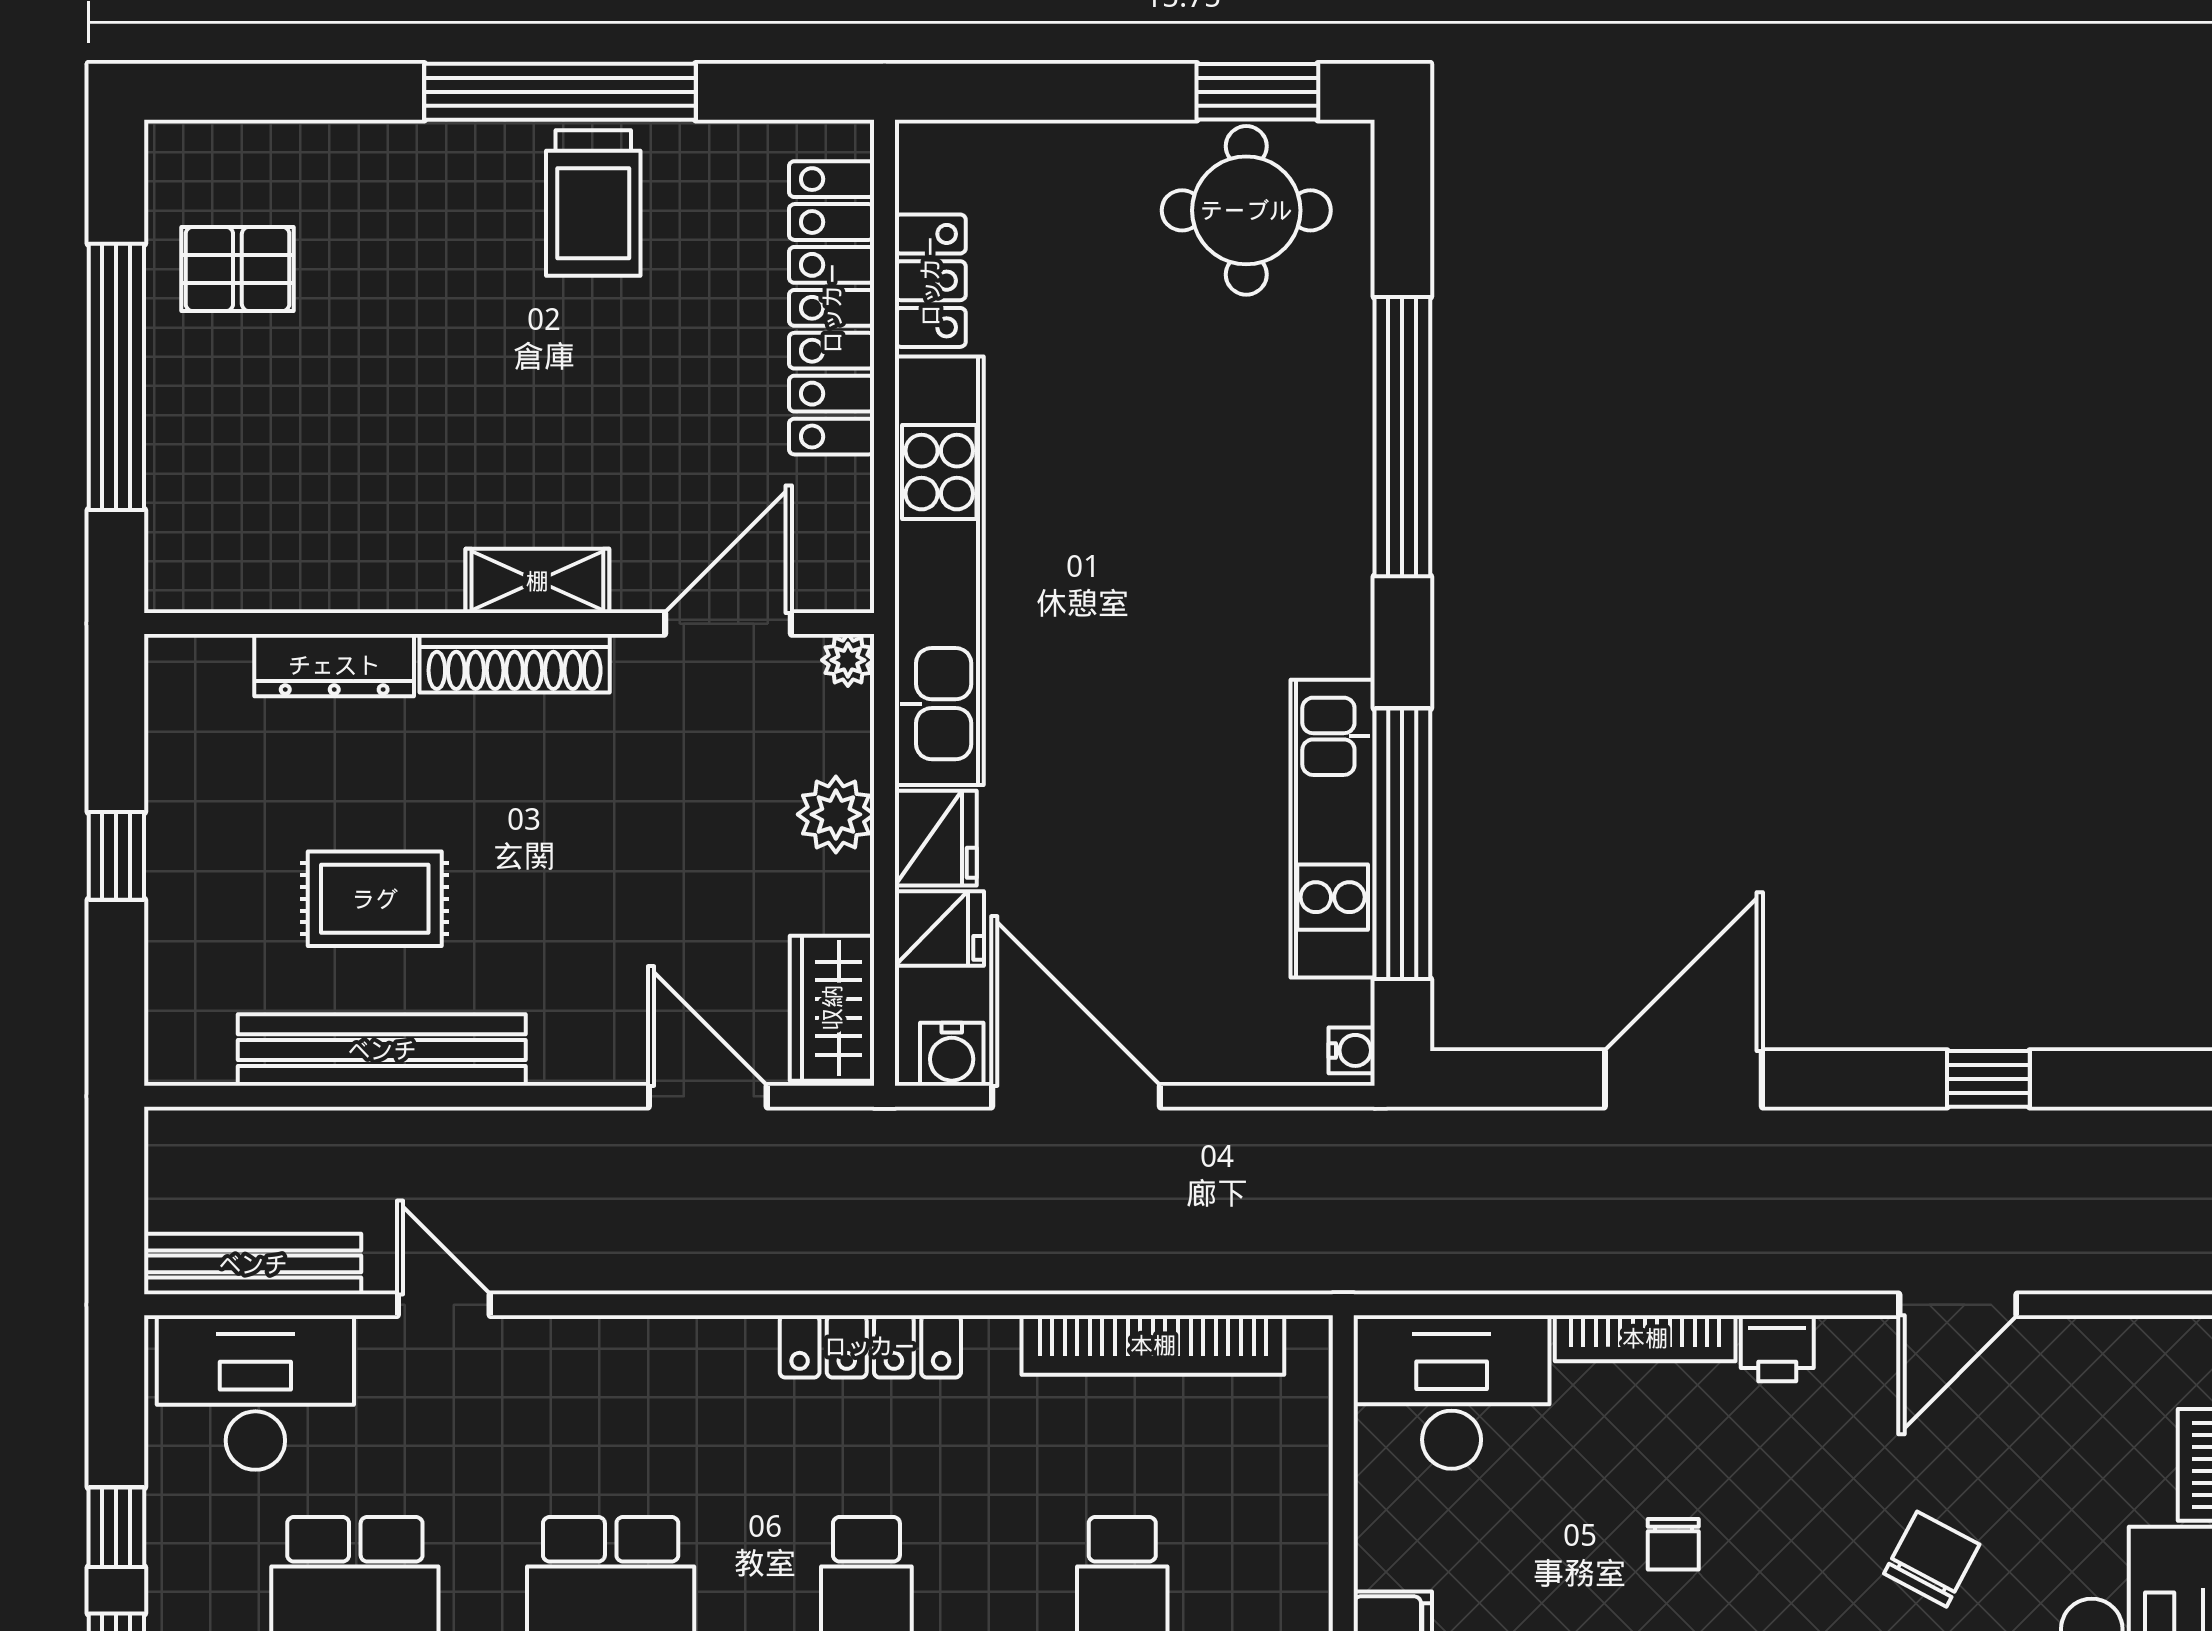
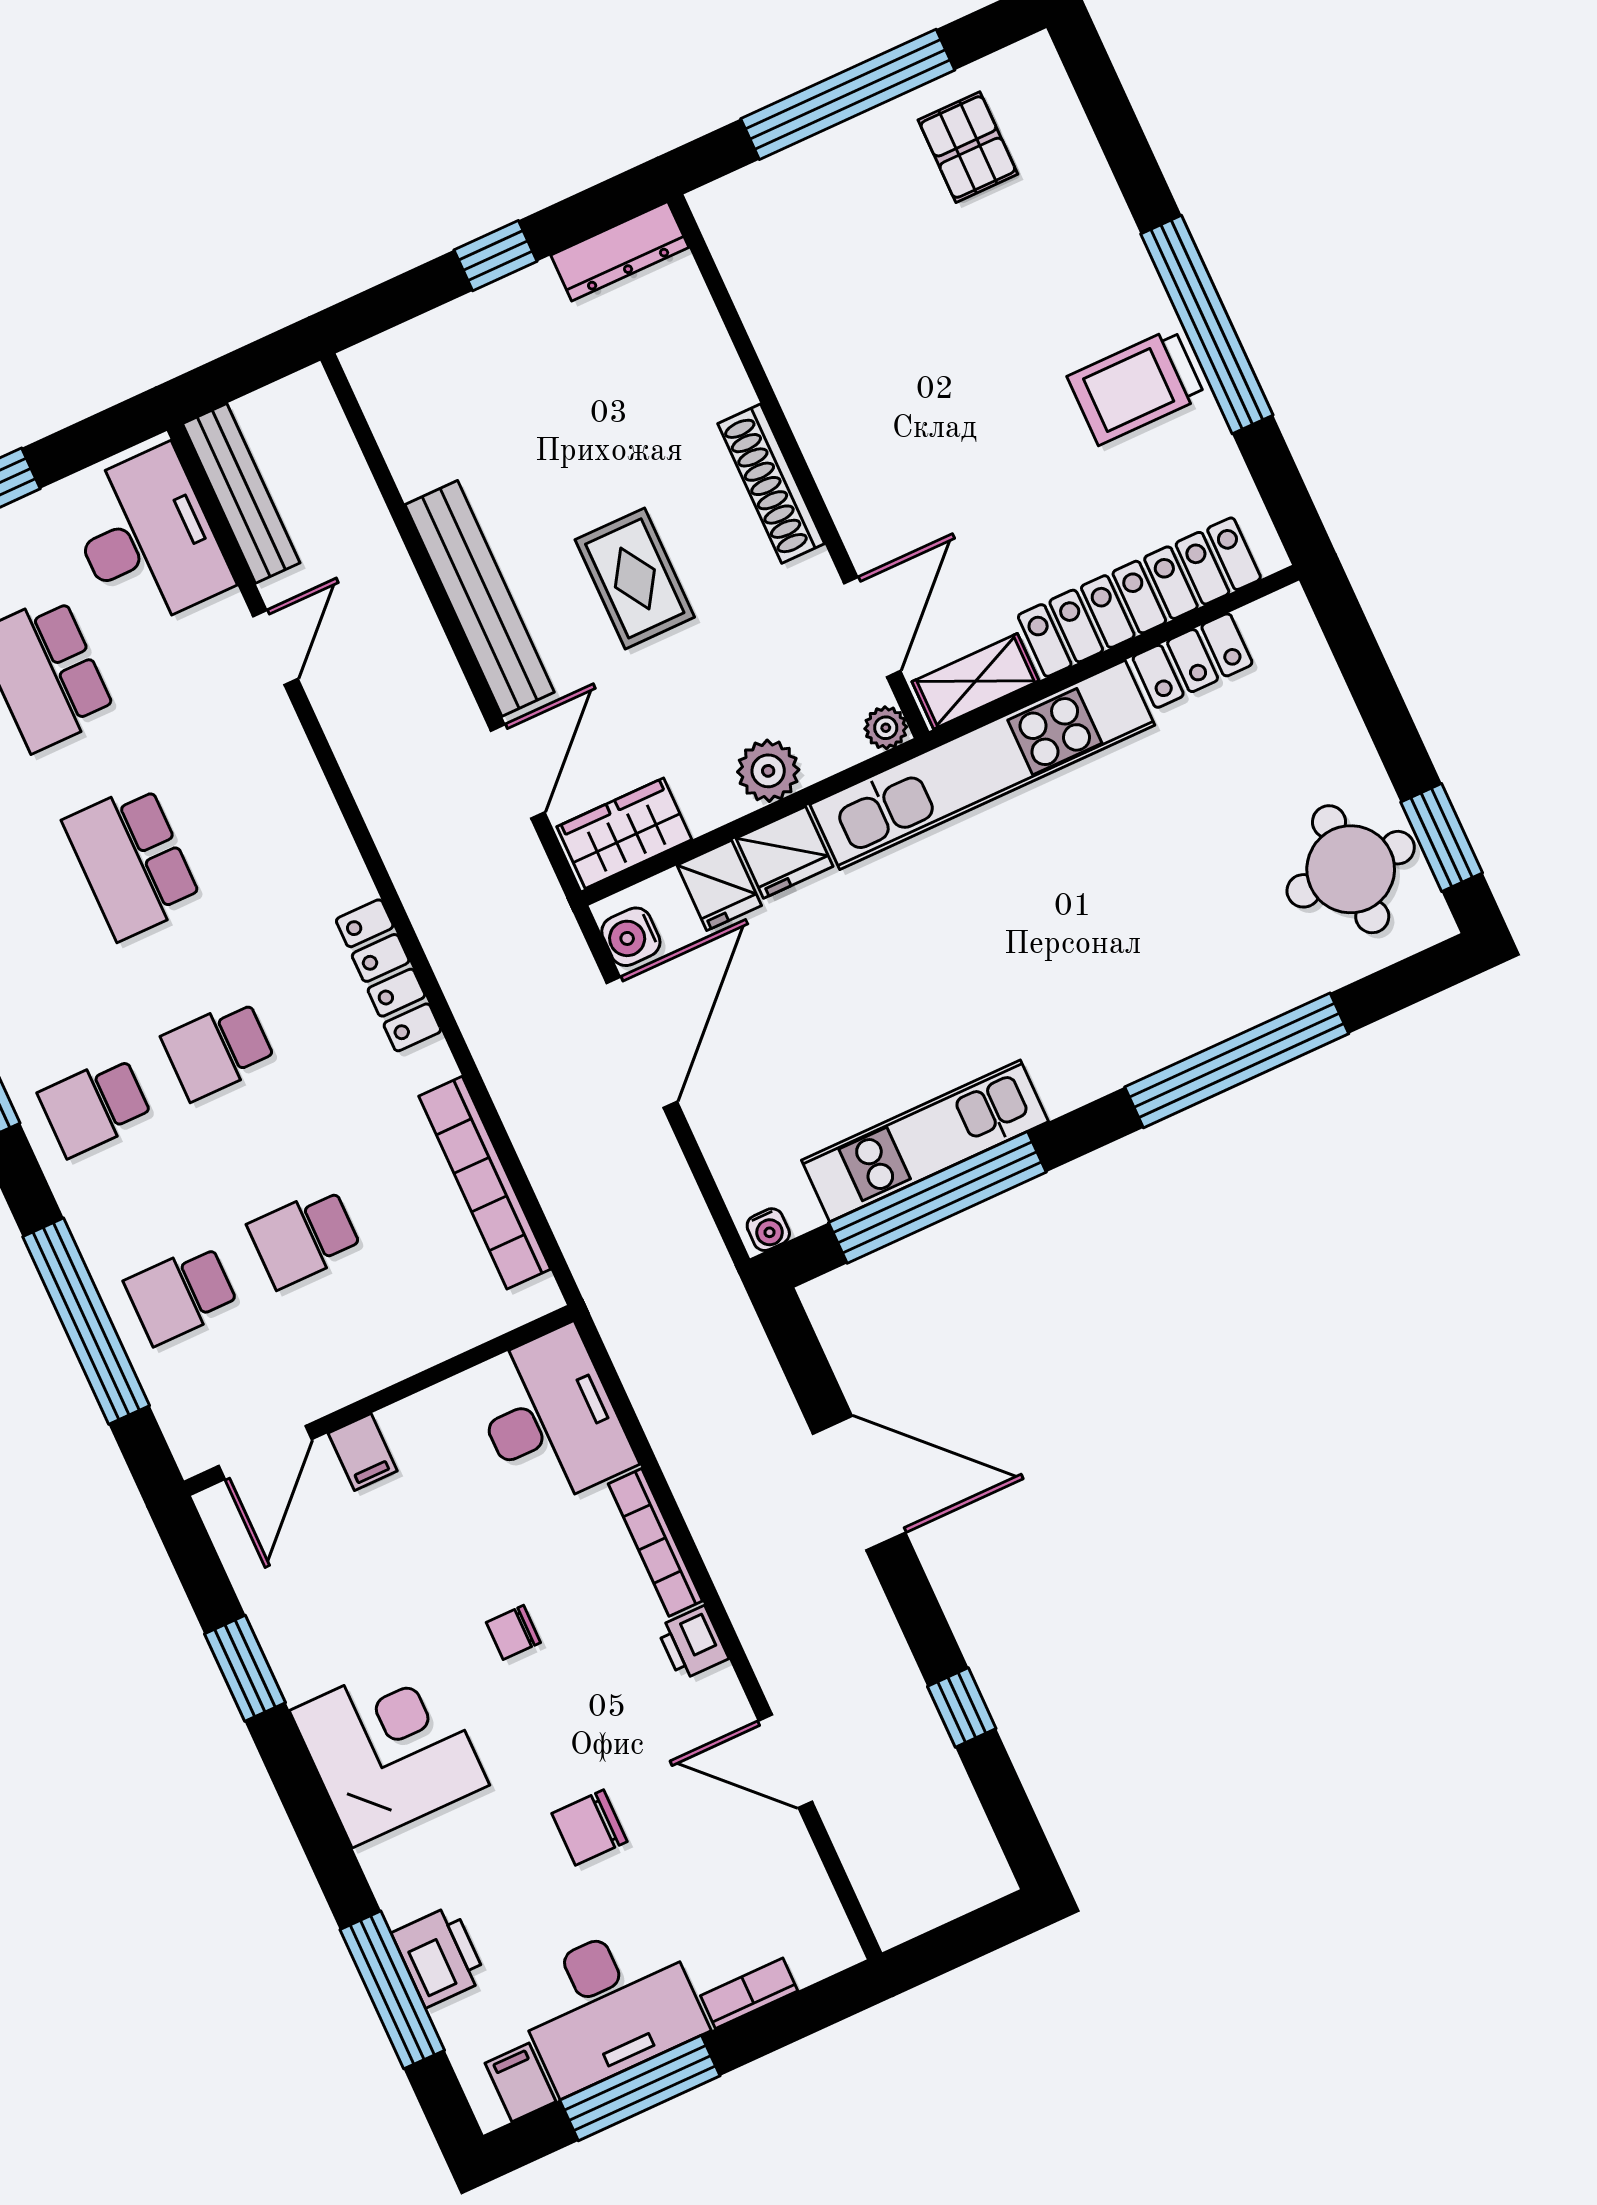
shelving: (537, 581) -> (975, 681), moved, turned 90
door: (728, 624) -> (872, 627), hinge flipped
dresser: (334, 665) -> (620, 251), moved, turned -90
rug: (375, 899) -> (635, 578), moved
bench: (382, 1050) -> (480, 598), moved
chair: (1932, 1559) -> (589, 1828), turned 152

